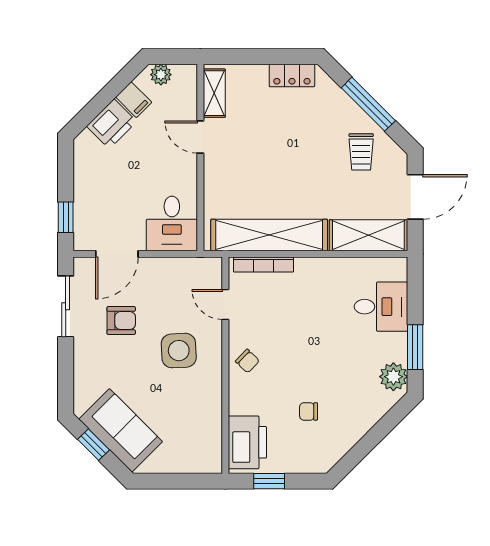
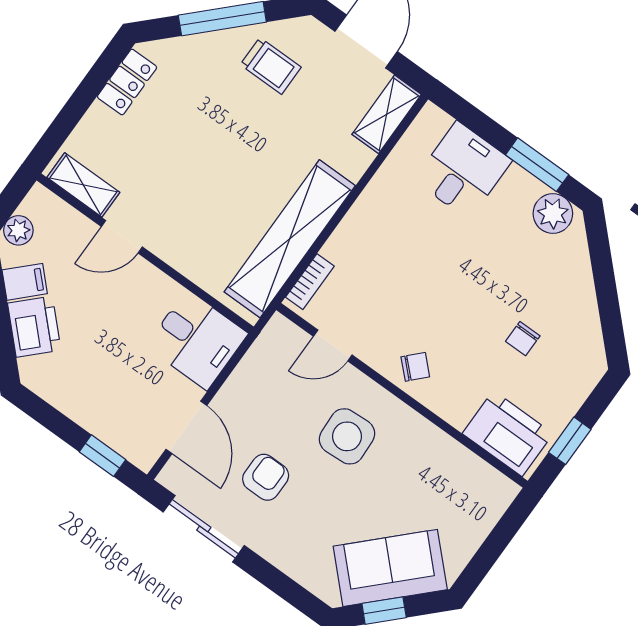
shelving: (368, 235) -> (387, 114), width x0.67, depth x0.75
bookcase: (264, 265) -> (310, 282), width x0.64

